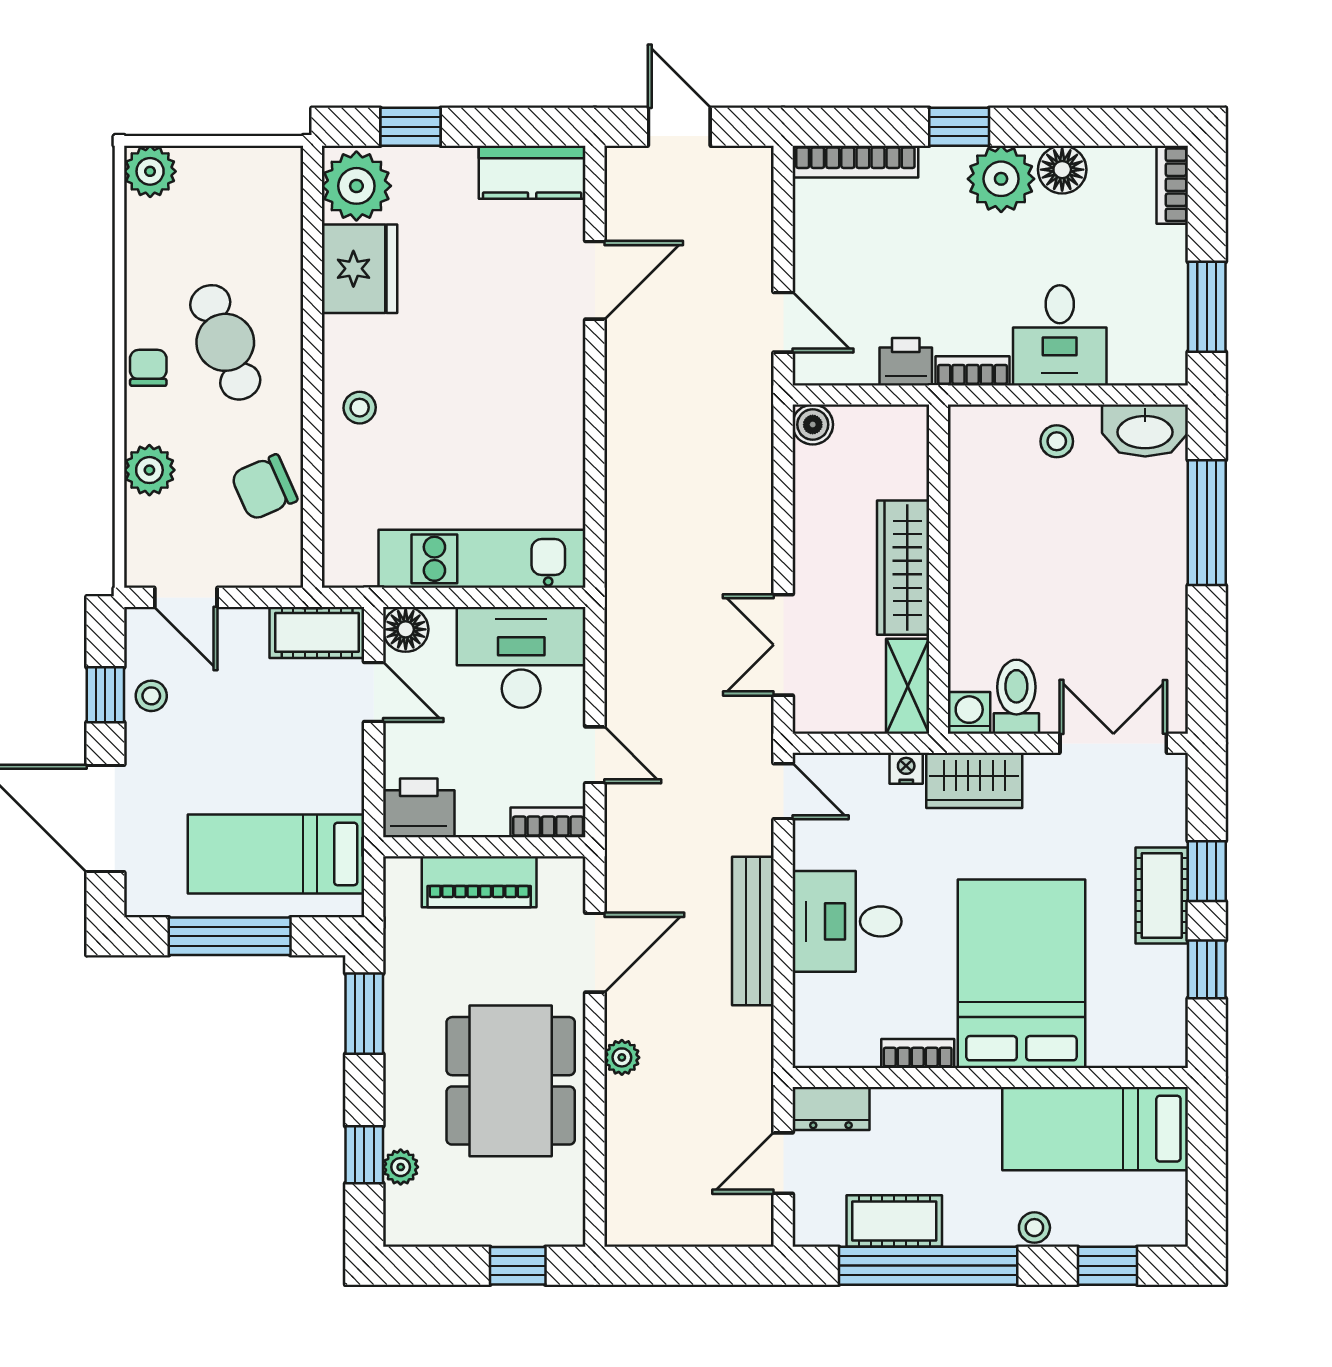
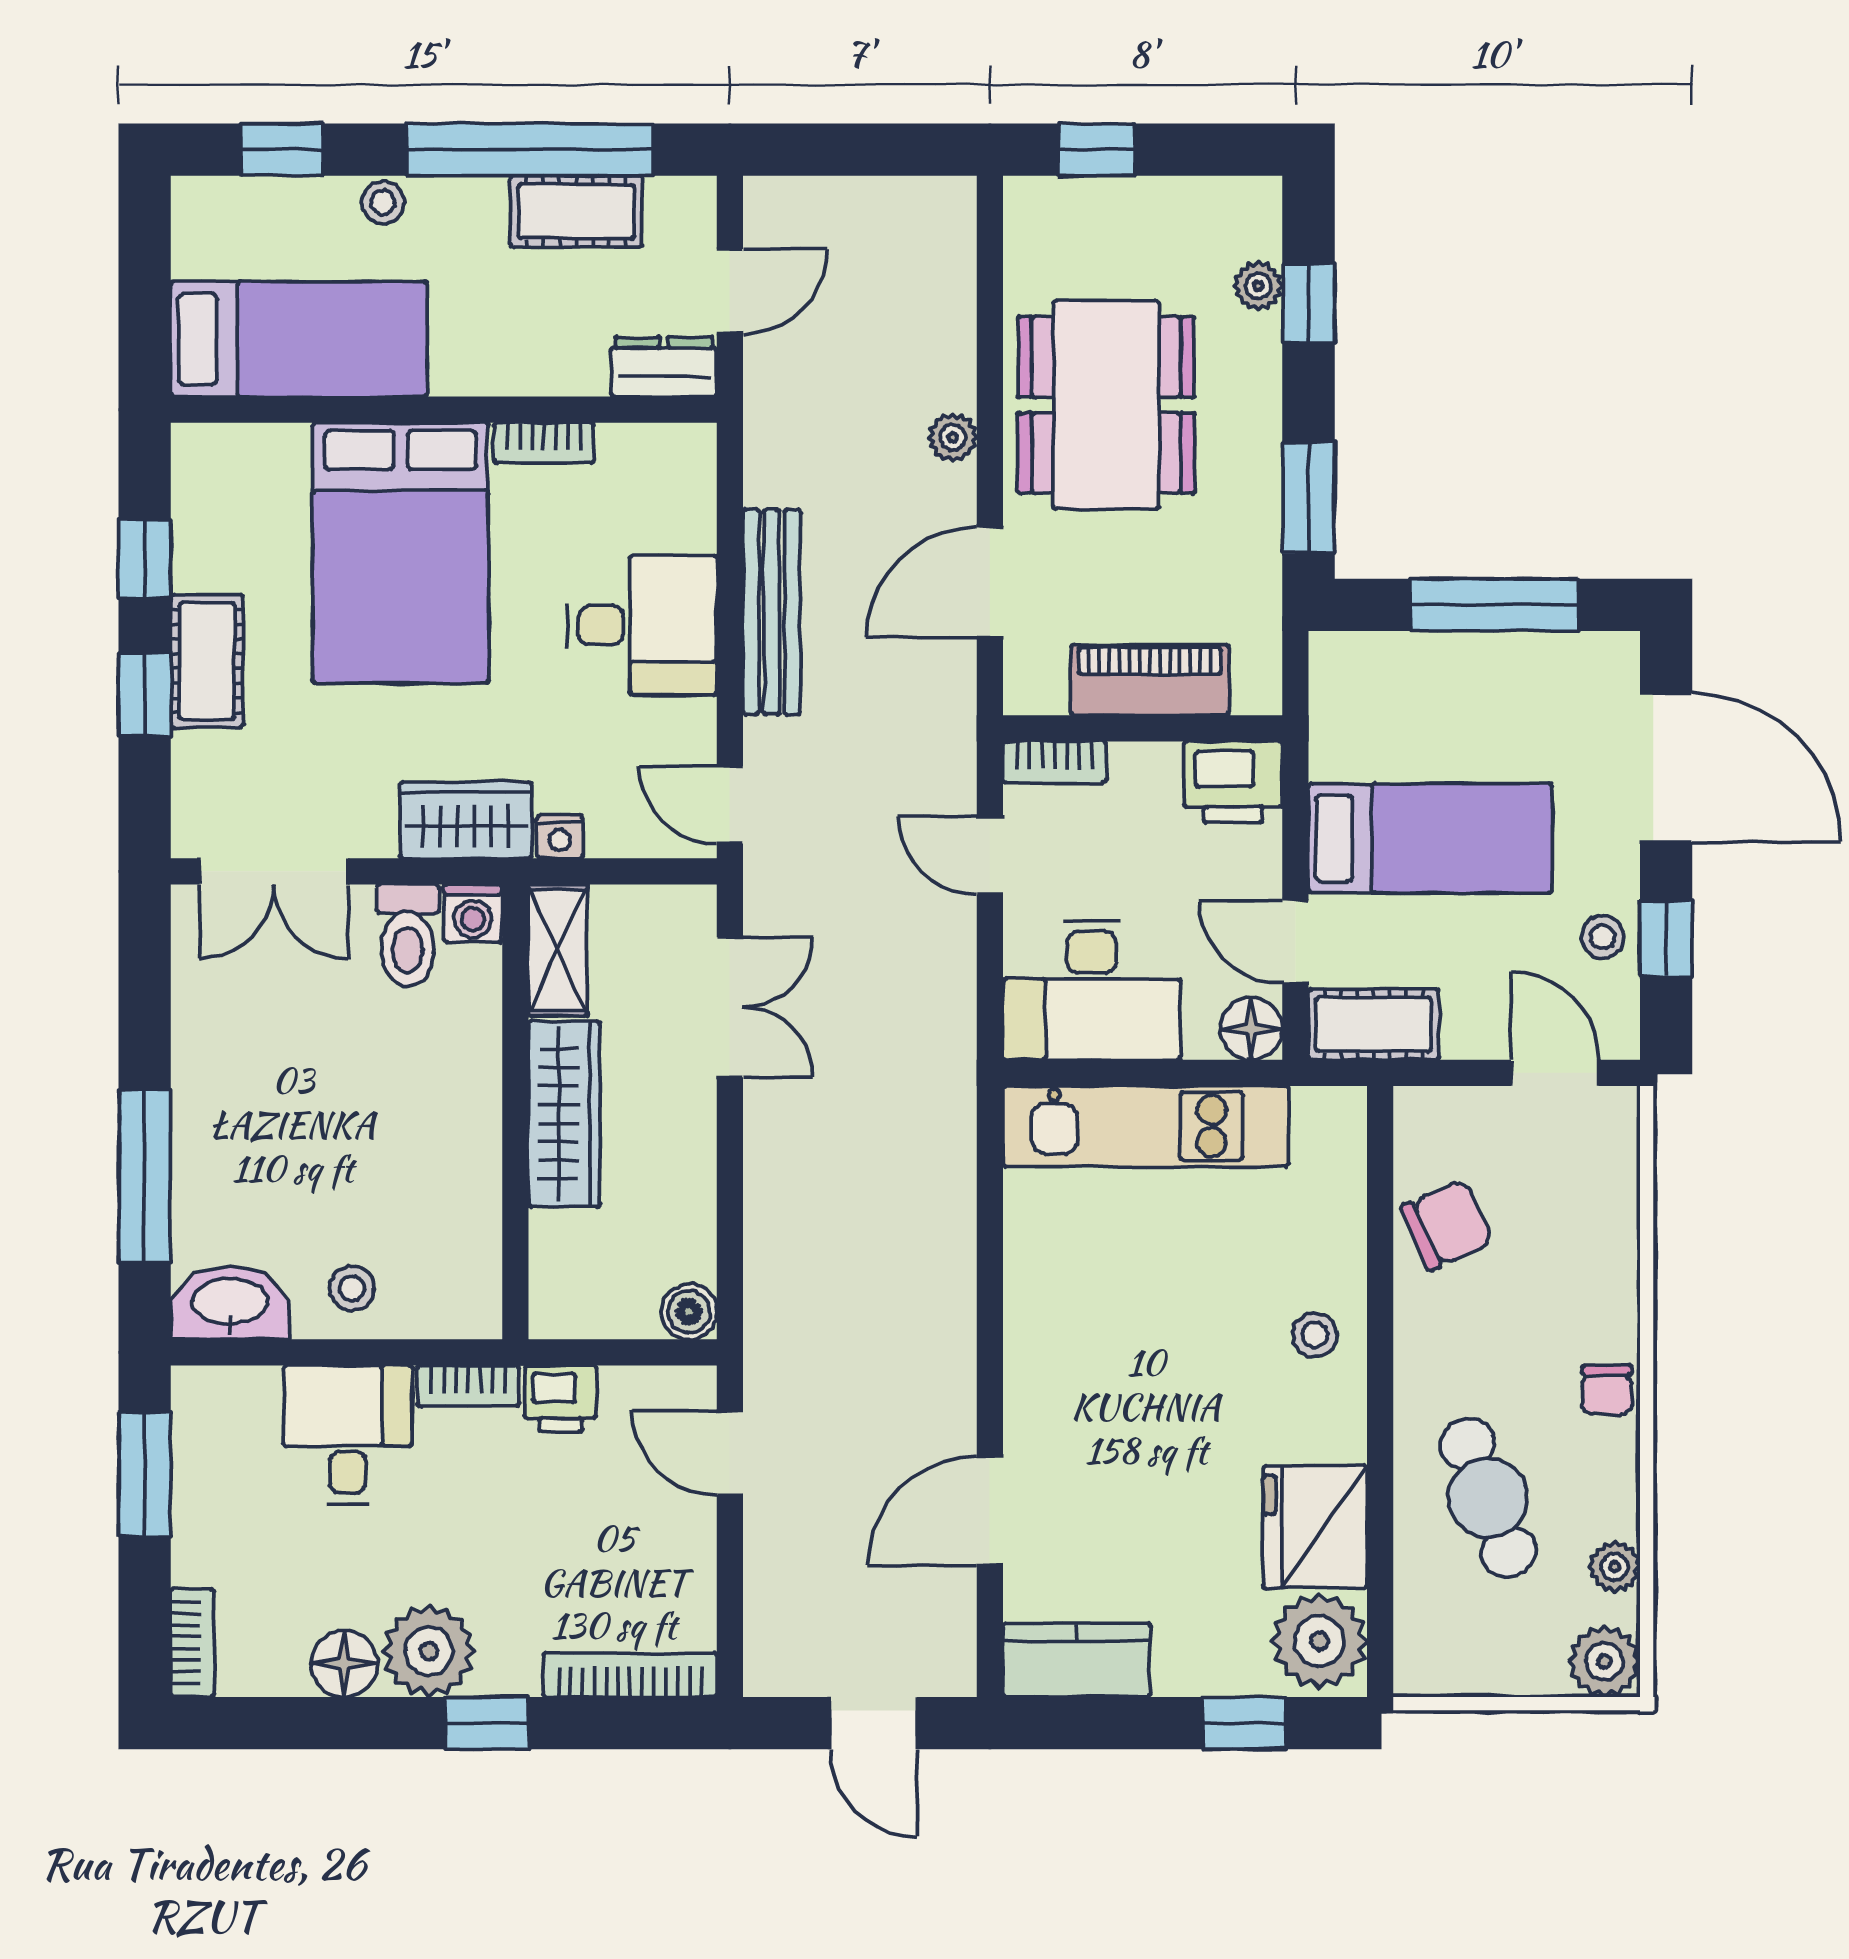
cafe table: (225, 342) -> (1488, 1498), moved
plant: (149, 470) -> (1615, 1567), moved, width x0.73, depth x0.73
bed: (276, 854) -> (1430, 838), moved

